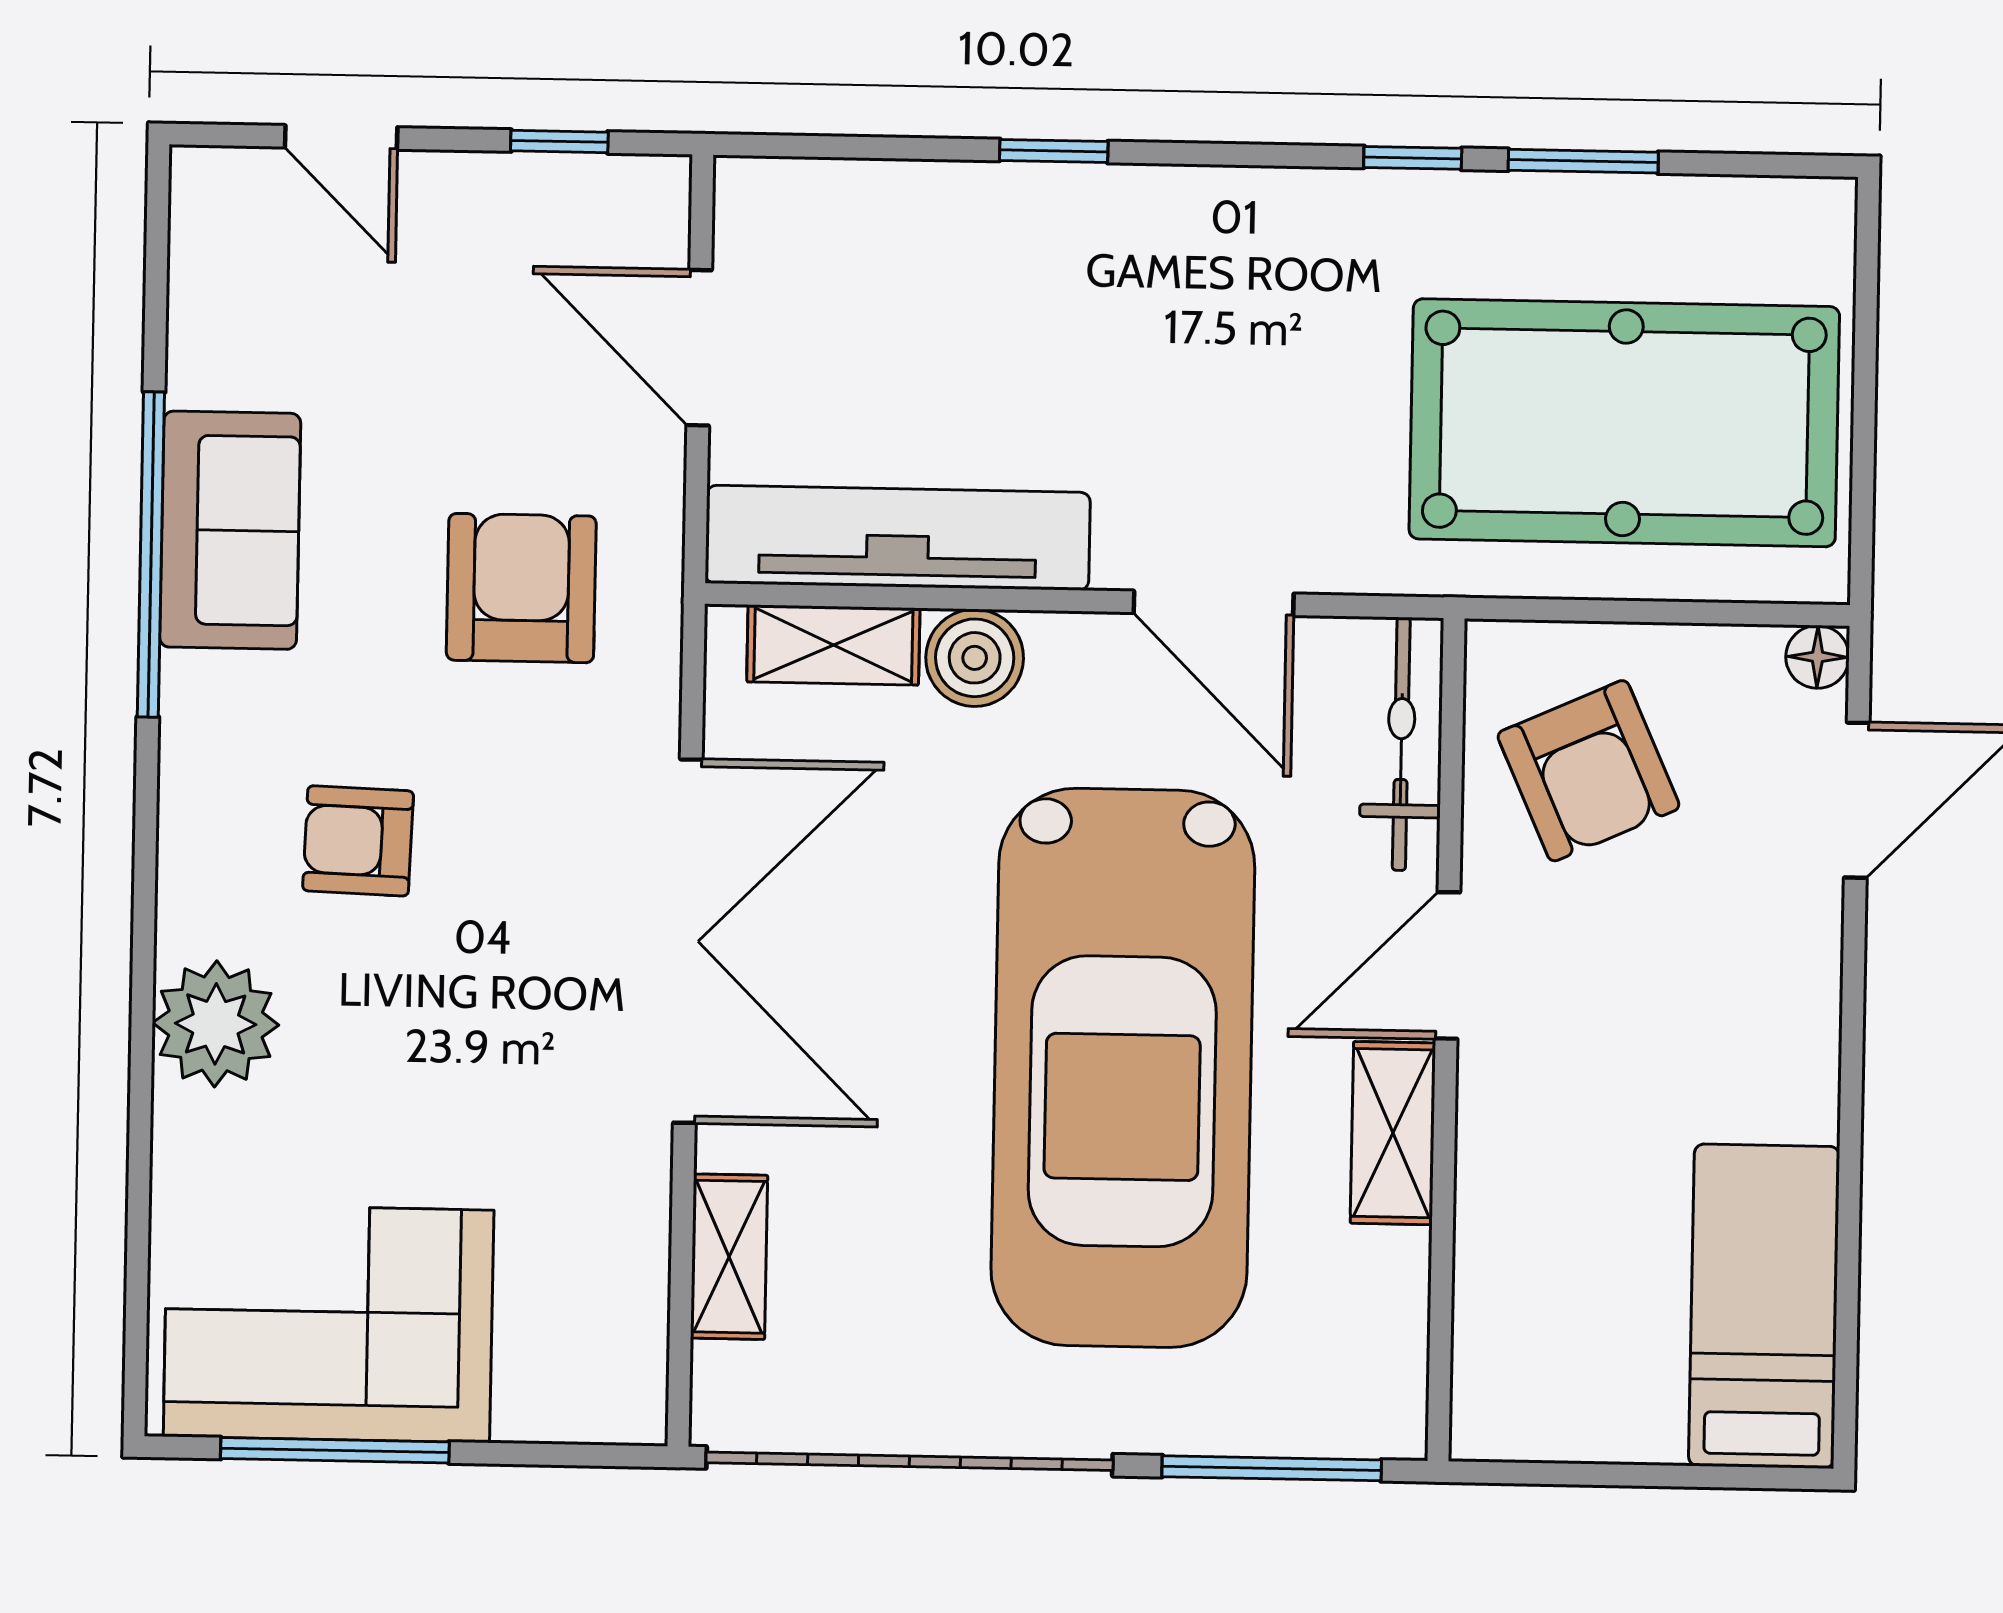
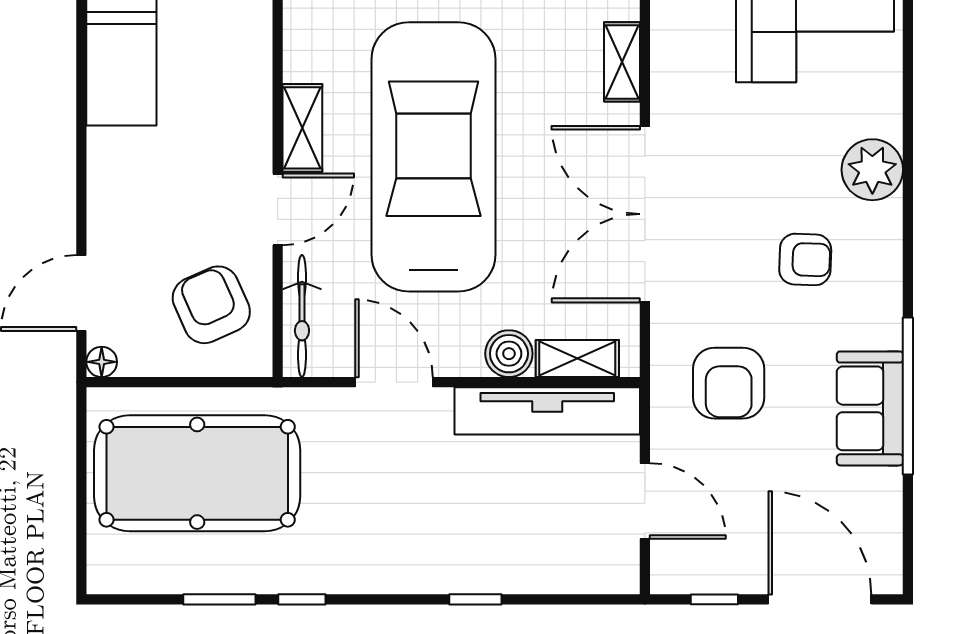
door: (341, 137) -> (820, 599), width x1.87

